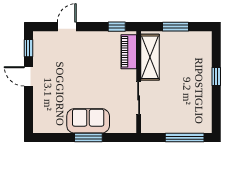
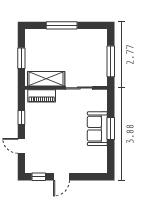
window: (117, 27) -> (21, 118), moved
window: (216, 77) -> (62, 25), width x2.17
window: (185, 138) -> (111, 61), moved

